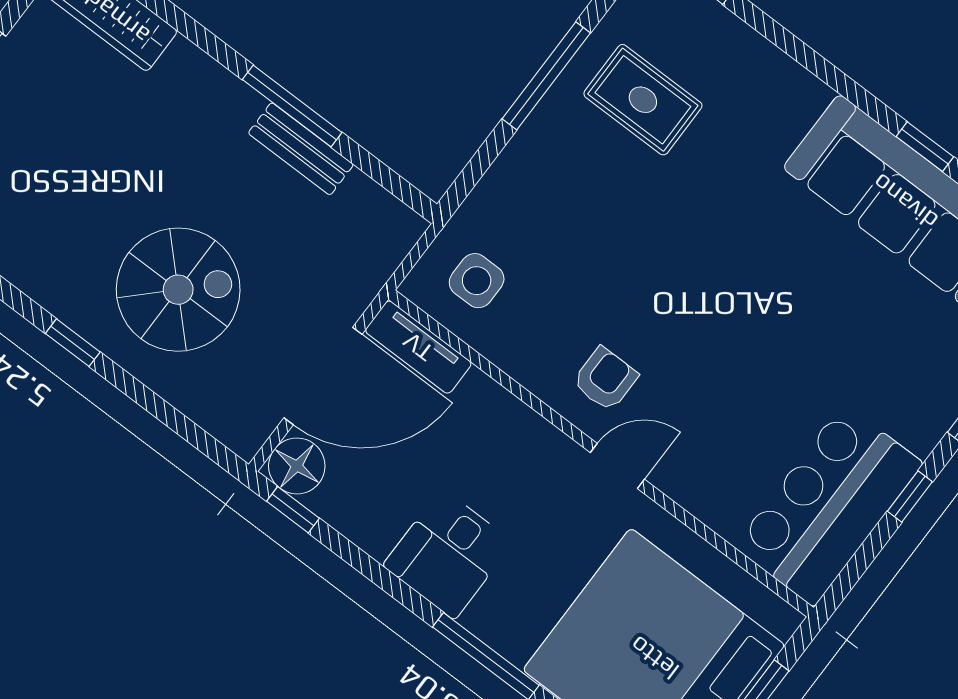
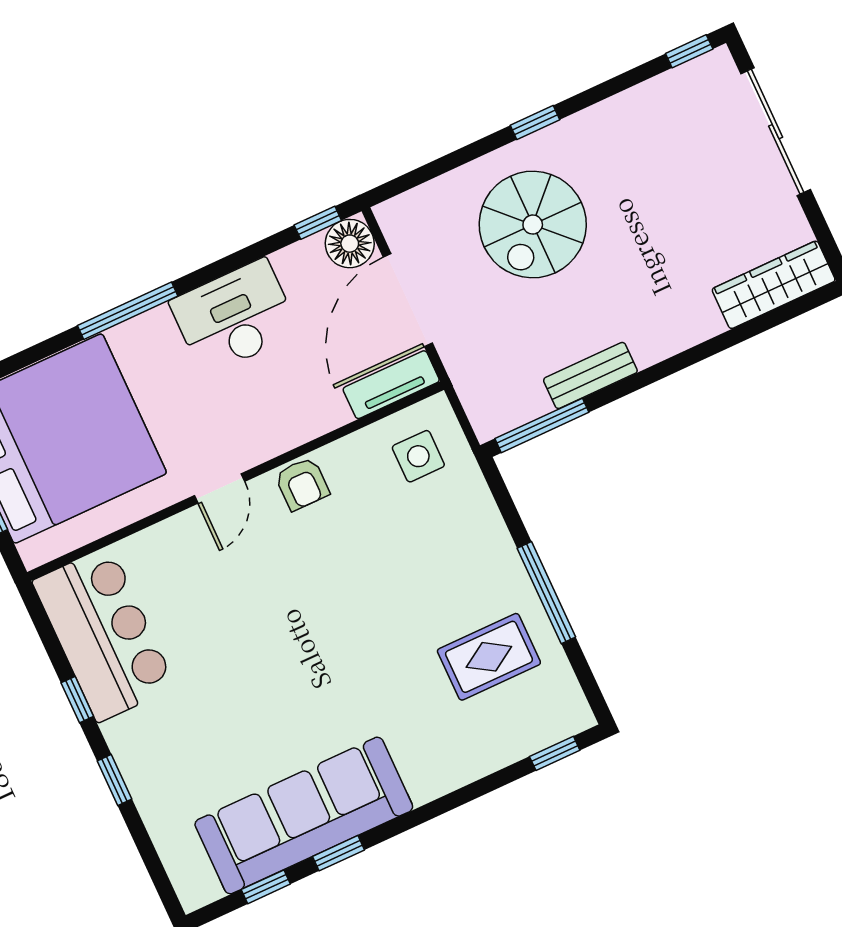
window: (292, 106) -> (542, 425), moved
armchair: (605, 379) -> (302, 484), moved
desk: (448, 554) -> (234, 317), width x1.37

